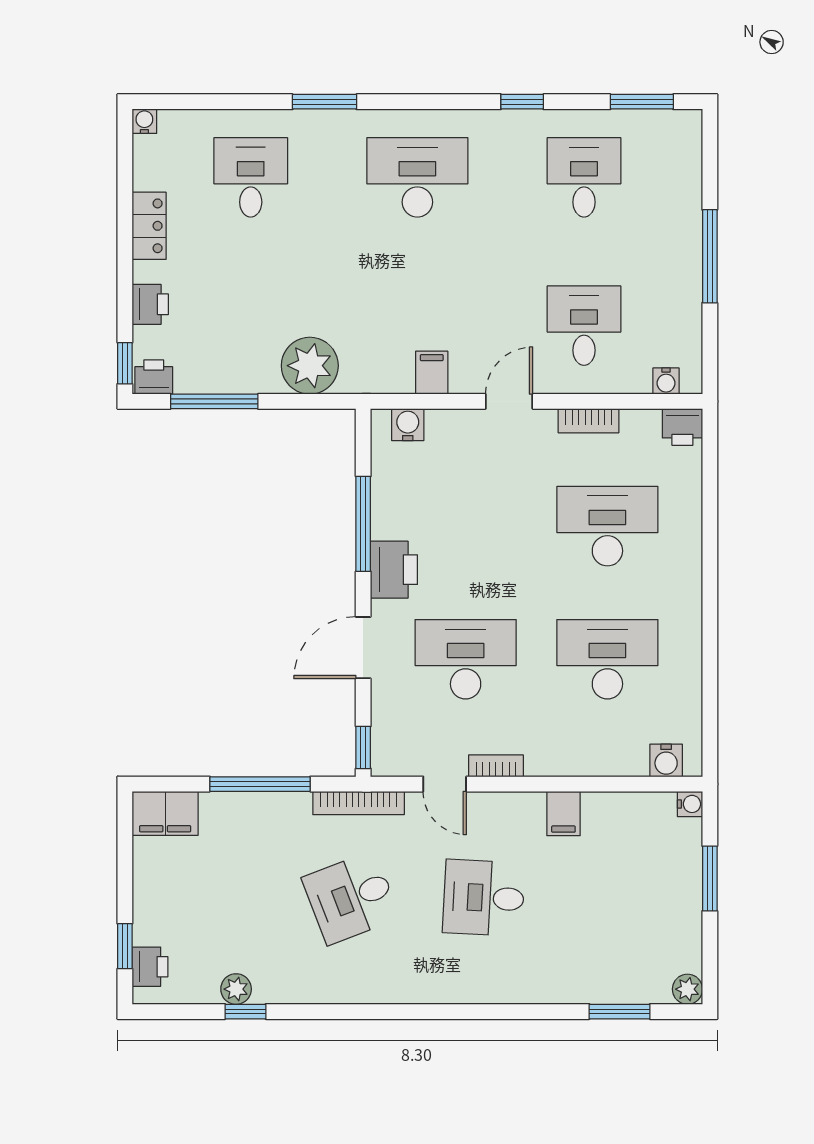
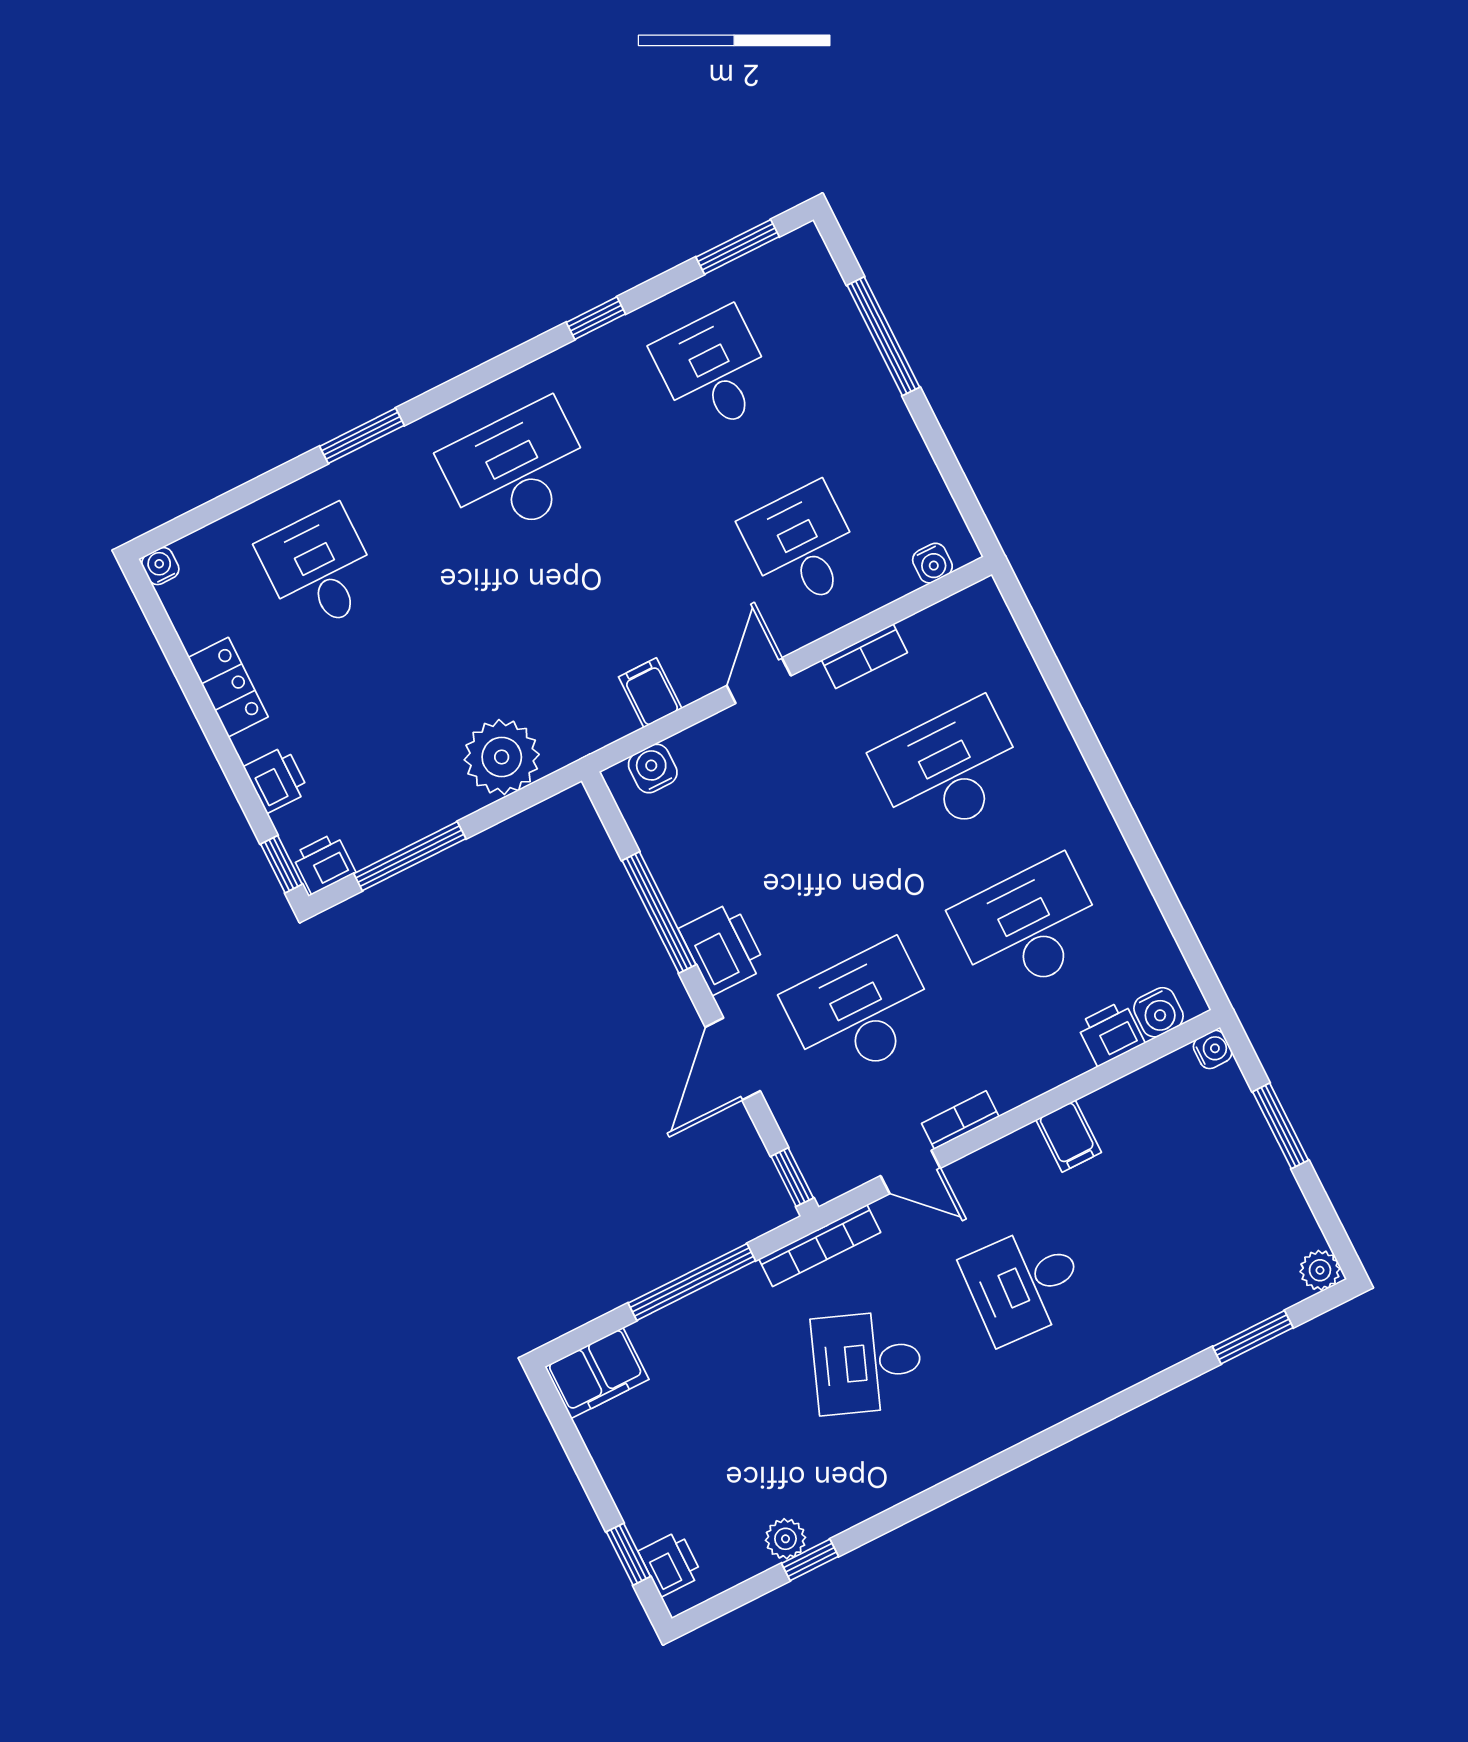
window: (710, 256) -> (883, 336), moved
printer: (682, 427) -> (1111, 1033), moved, turned 180
desk: (351, 898) -> (867, 1362), turned 42

